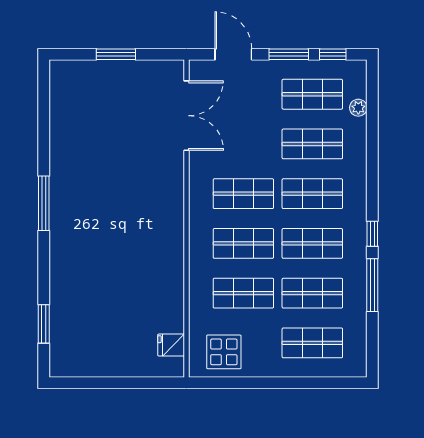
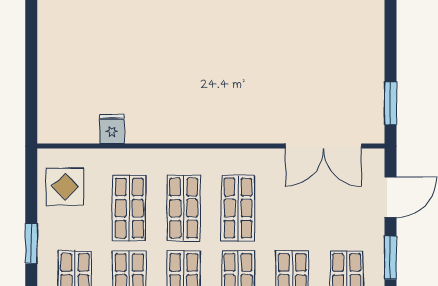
window: (116, 54) -> (390, 103), moved
fridge: (171, 345) -> (112, 129), moved
window: (276, 383) -> (31, 243), added

